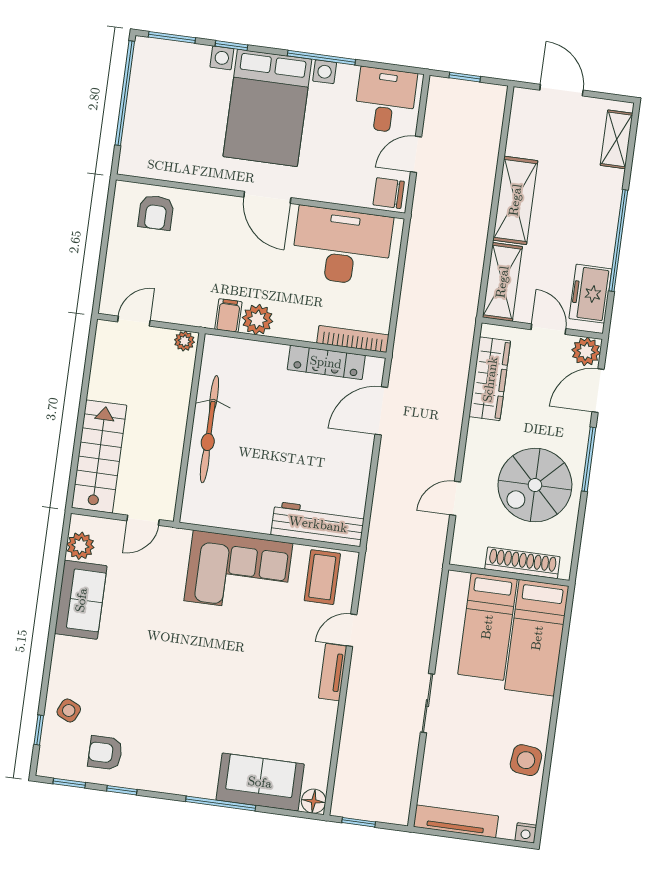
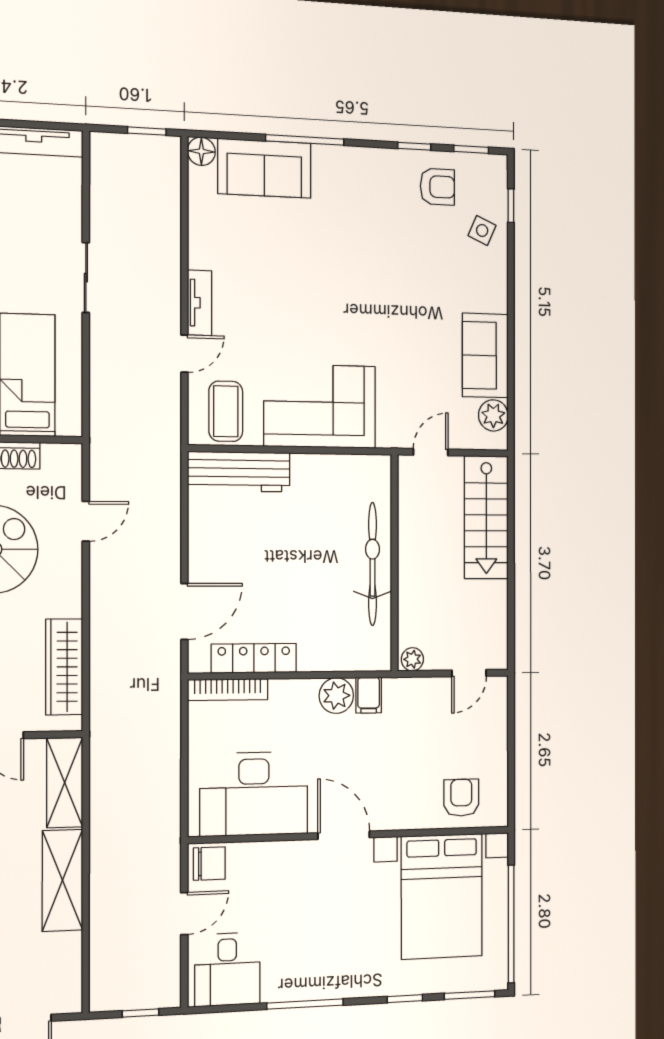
bed with nightstands: (267, 108) -> (442, 896), moved, turned 180

